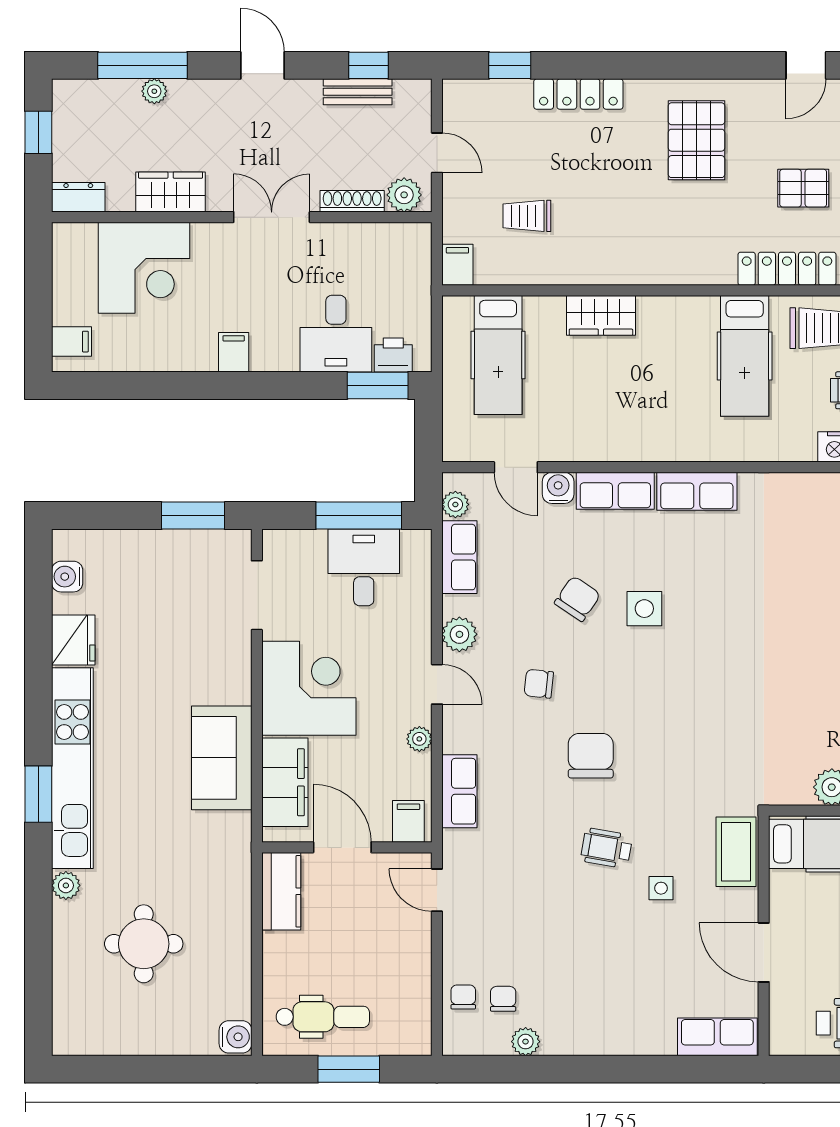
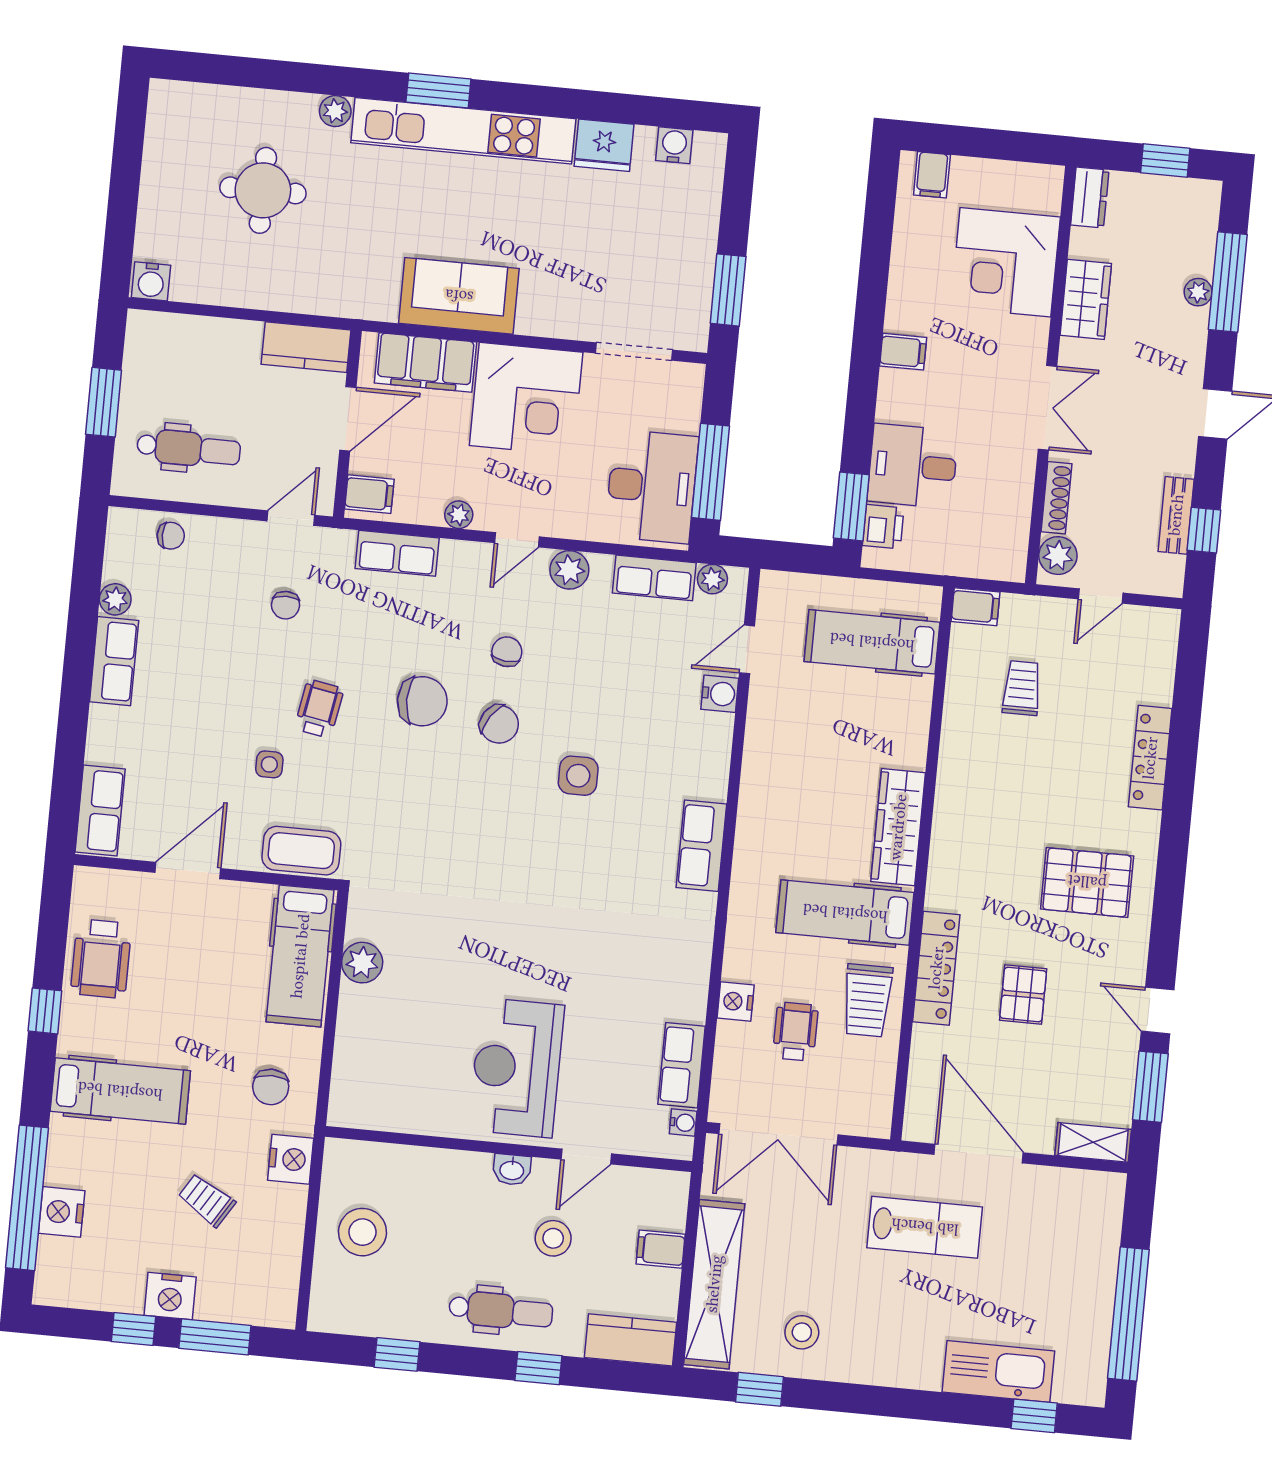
window: (510, 65) -> (1189, 685), removed
wardrobe: (601, 315) -> (898, 827), moved, width x1.50
row of seats: (615, 491) -> (114, 661), moved, turned 180
desk: (364, 567) -> (652, 486), width x1.37
chair: (577, 599) -> (499, 724), moved
chair: (503, 999) -> (285, 605), moved, turned 90
dental chair: (323, 1017) -> (189, 449), moved, turned -90

